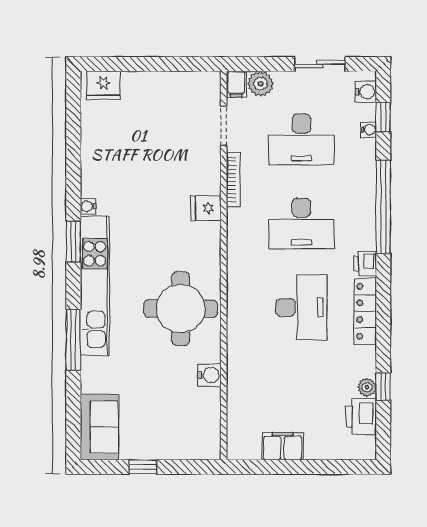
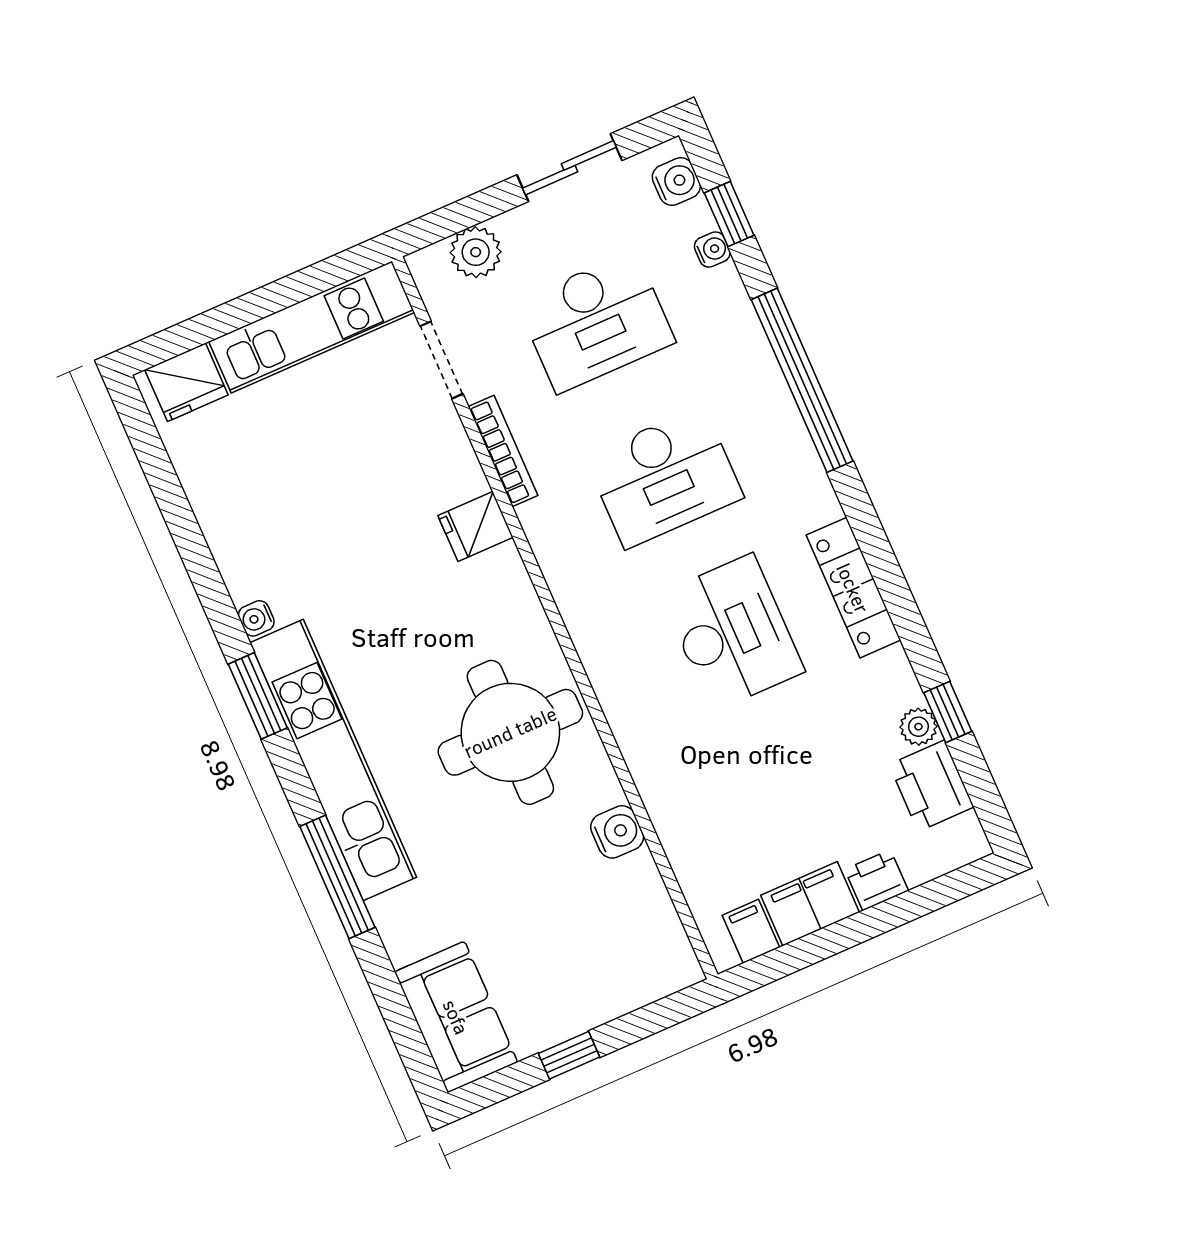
filing cabinet: (236, 84) -> (751, 931), moved, turned 180
kitchen unit: (171, 85) -> (312, 327), added
printer: (365, 264) -> (877, 880), moved, turned 90

